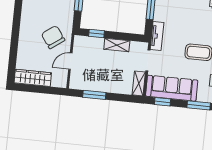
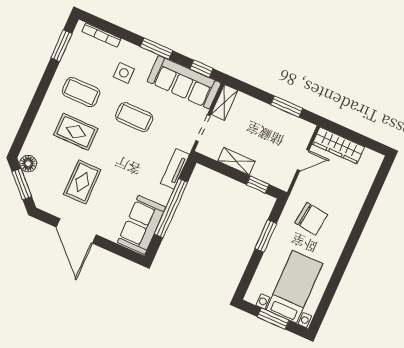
tv unit: (157, 36) -> (175, 169), moved
chair: (53, 37) -> (311, 219), moved, turned -47
wardrobe: (33, 78) -> (338, 145), moved

